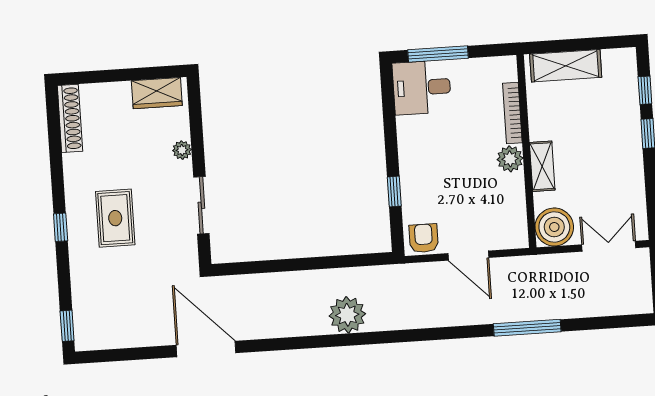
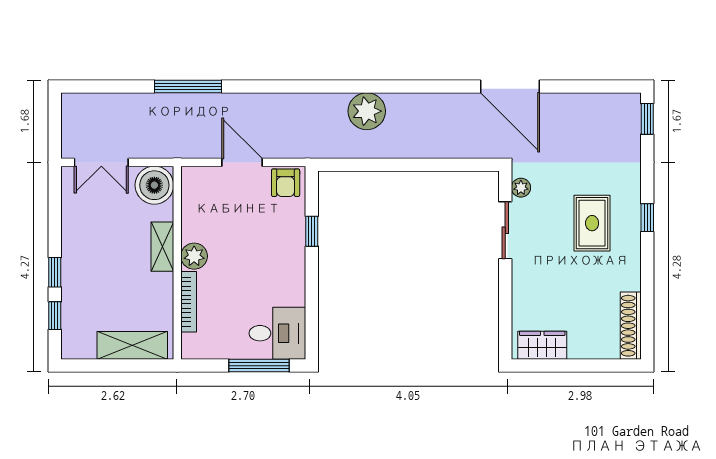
plant: (182, 150) -> (521, 188), moved

